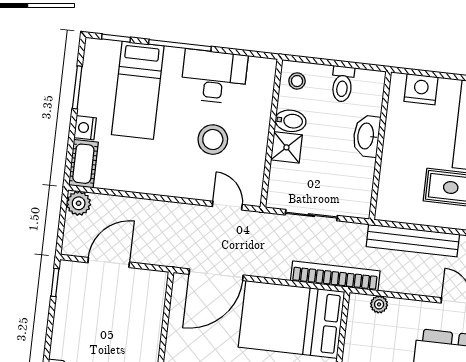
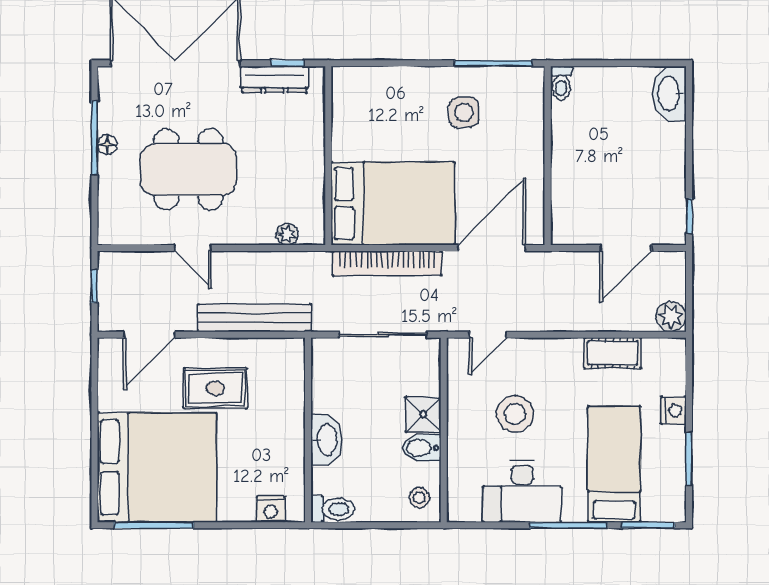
window: (116, 38) -> (648, 525), width x1.50
toilet: (342, 84) -> (333, 509), moved, turned 90
nightstand: (421, 89) -> (271, 509), width x0.74, depth x0.75
cot: (83, 164) -> (613, 353), moved, turned 90
door: (227, 206) -> (488, 335), hinge flipped
sliding door: (311, 215) -> (383, 335), width x1.37
bookcase: (335, 276) -> (387, 263), moved

